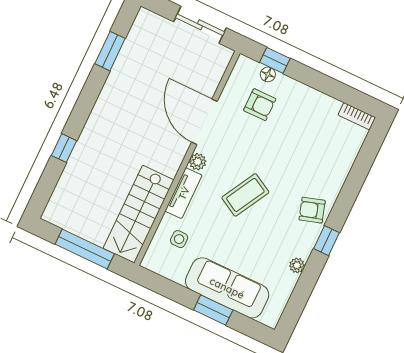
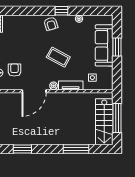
window: (64, 148) -> (76, 149), width x2.17
stairs: (139, 214) -> (104, 122), moved, turned 90

